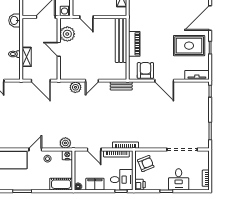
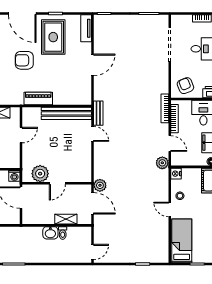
door: (86, 17) -> (21, 135), moved
washbasin: (15, 20) -> (50, 233), moved
bench: (121, 40) -> (66, 113), moved
piano: (134, 44) -> (38, 99), moved
armchair: (145, 70) -> (24, 60), moved
door: (41, 81) -> (92, 203), hinge flipped
door: (92, 81) -> (92, 134), moved
plant: (75, 87) -> (100, 185), moved
plant: (65, 143) -> (162, 163), moved
door: (94, 150) -> (170, 144), hinge flipped

